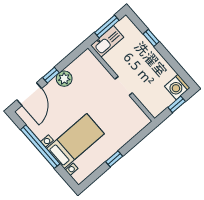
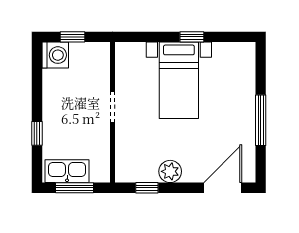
kitchen sink: (107, 41) -> (67, 171), moved
window: (51, 75) -> (147, 188), moved
bed with nightstands: (75, 141) -> (179, 80), moved, turned -90
window: (40, 147) -> (261, 120), width x0.68

